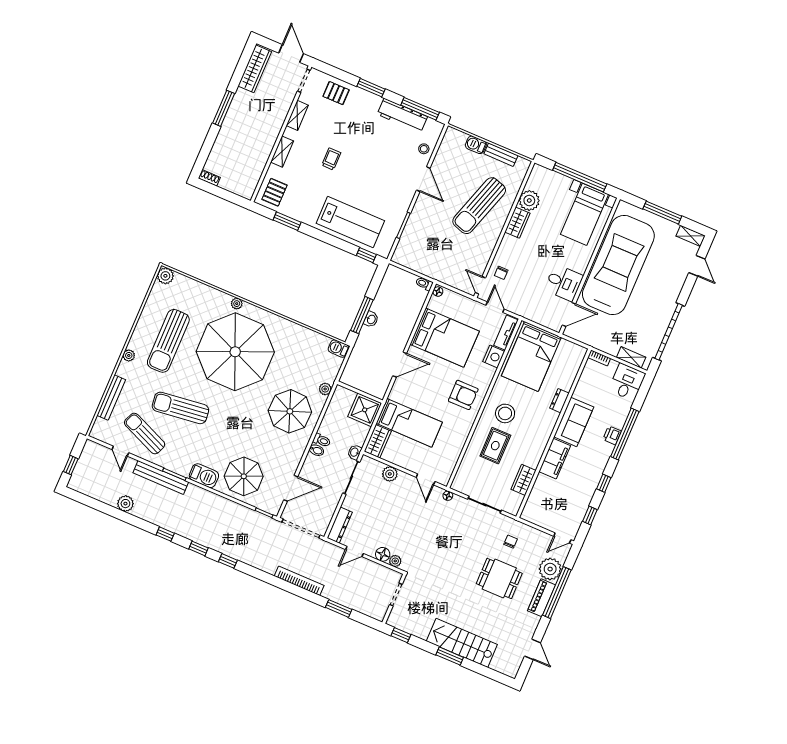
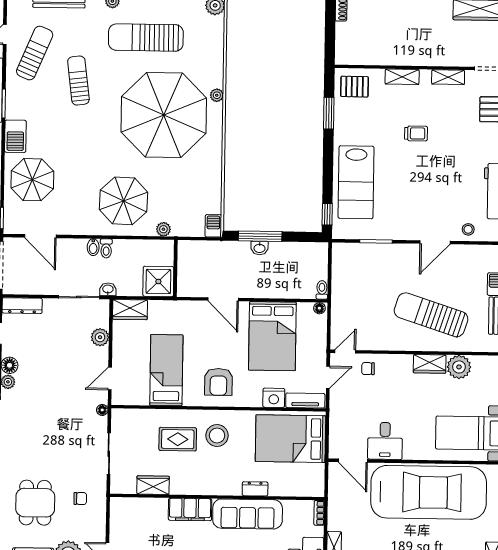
sun lounger: (180, 408) -> (78, 81), width x0.73, depth x0.75
sofa: (574, 422) -> (248, 514), width x1.36
bed: (409, 423) -> (166, 370), moved, turned 180

